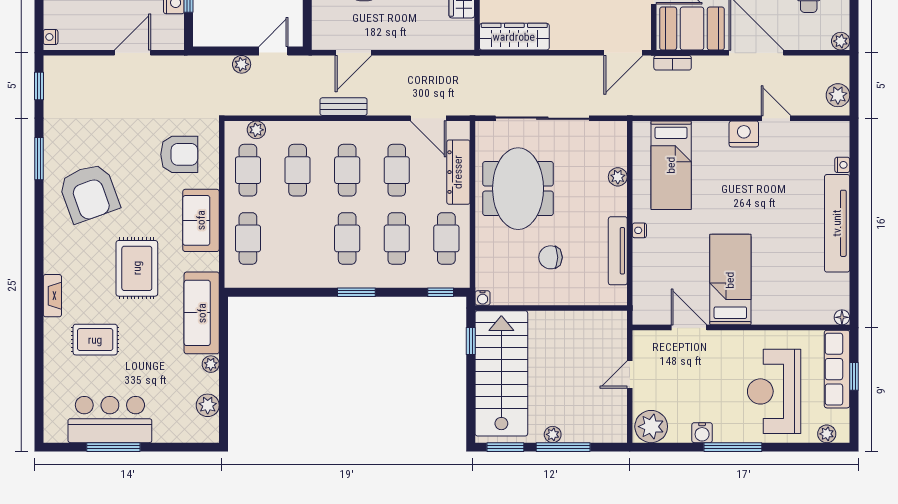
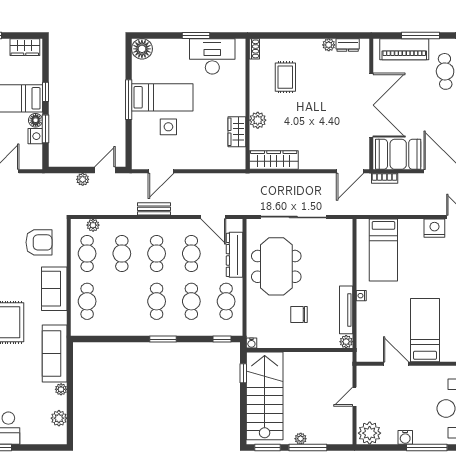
plant: (618, 177) -> (346, 342), moved

